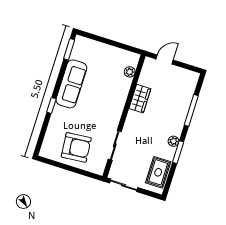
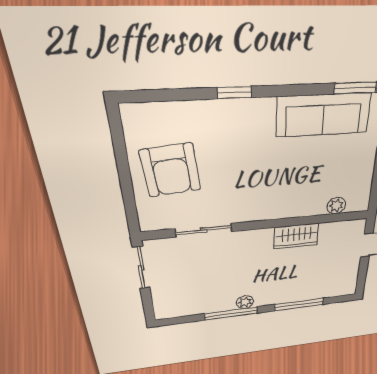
sofa: (71, 84) -> (324, 115), moved
window: (178, 152) -> (231, 313), width x1.44
rug: (158, 172) -> (188, 303), removed

